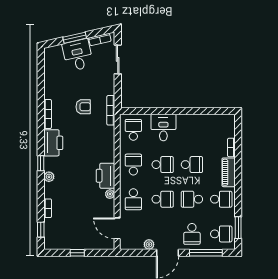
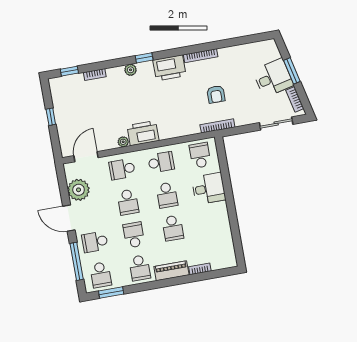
school desk: (133, 130) -> (200, 155), turned -90
plant: (149, 244) -> (79, 190), width x1.88, depth x1.88

